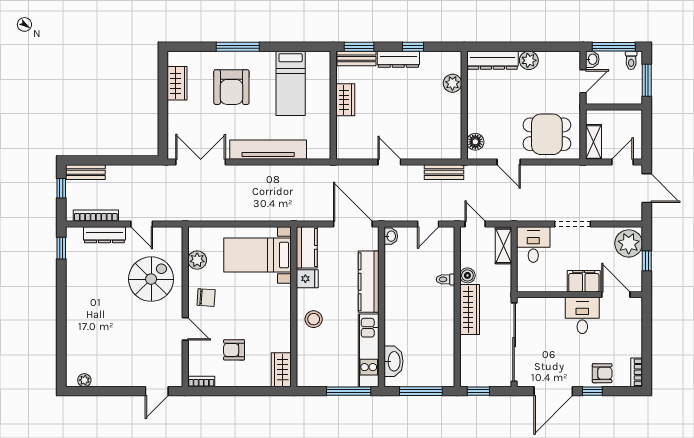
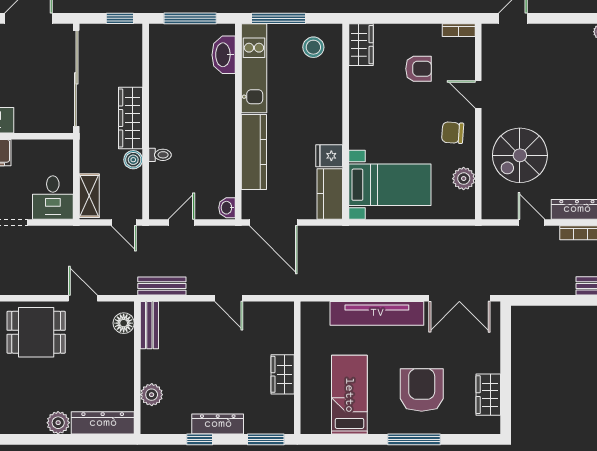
bench: (356, 58) -> (149, 325), moved, turned 90
stool: (314, 319) -> (313, 47), moved

